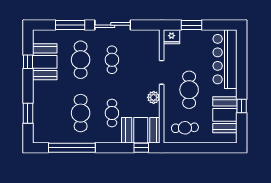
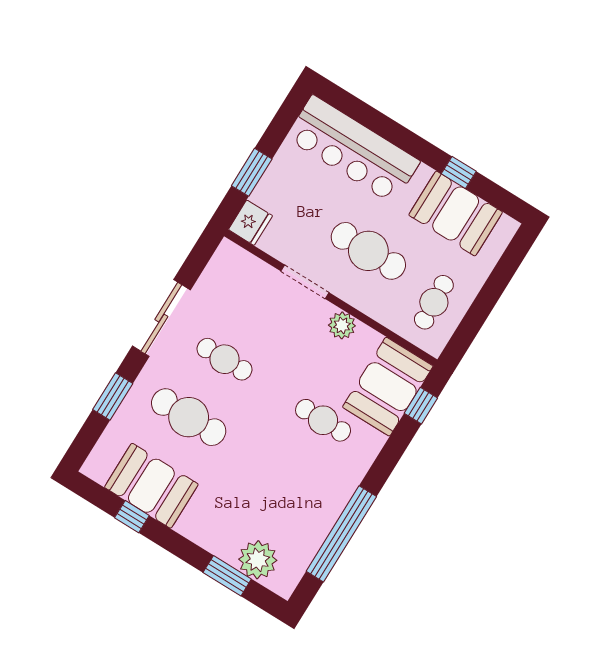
window: (70, 25) -> (113, 397), width x0.69
cafe table: (81, 113) -> (287, 478), removed
plant: (42, 121) -> (258, 560), added

